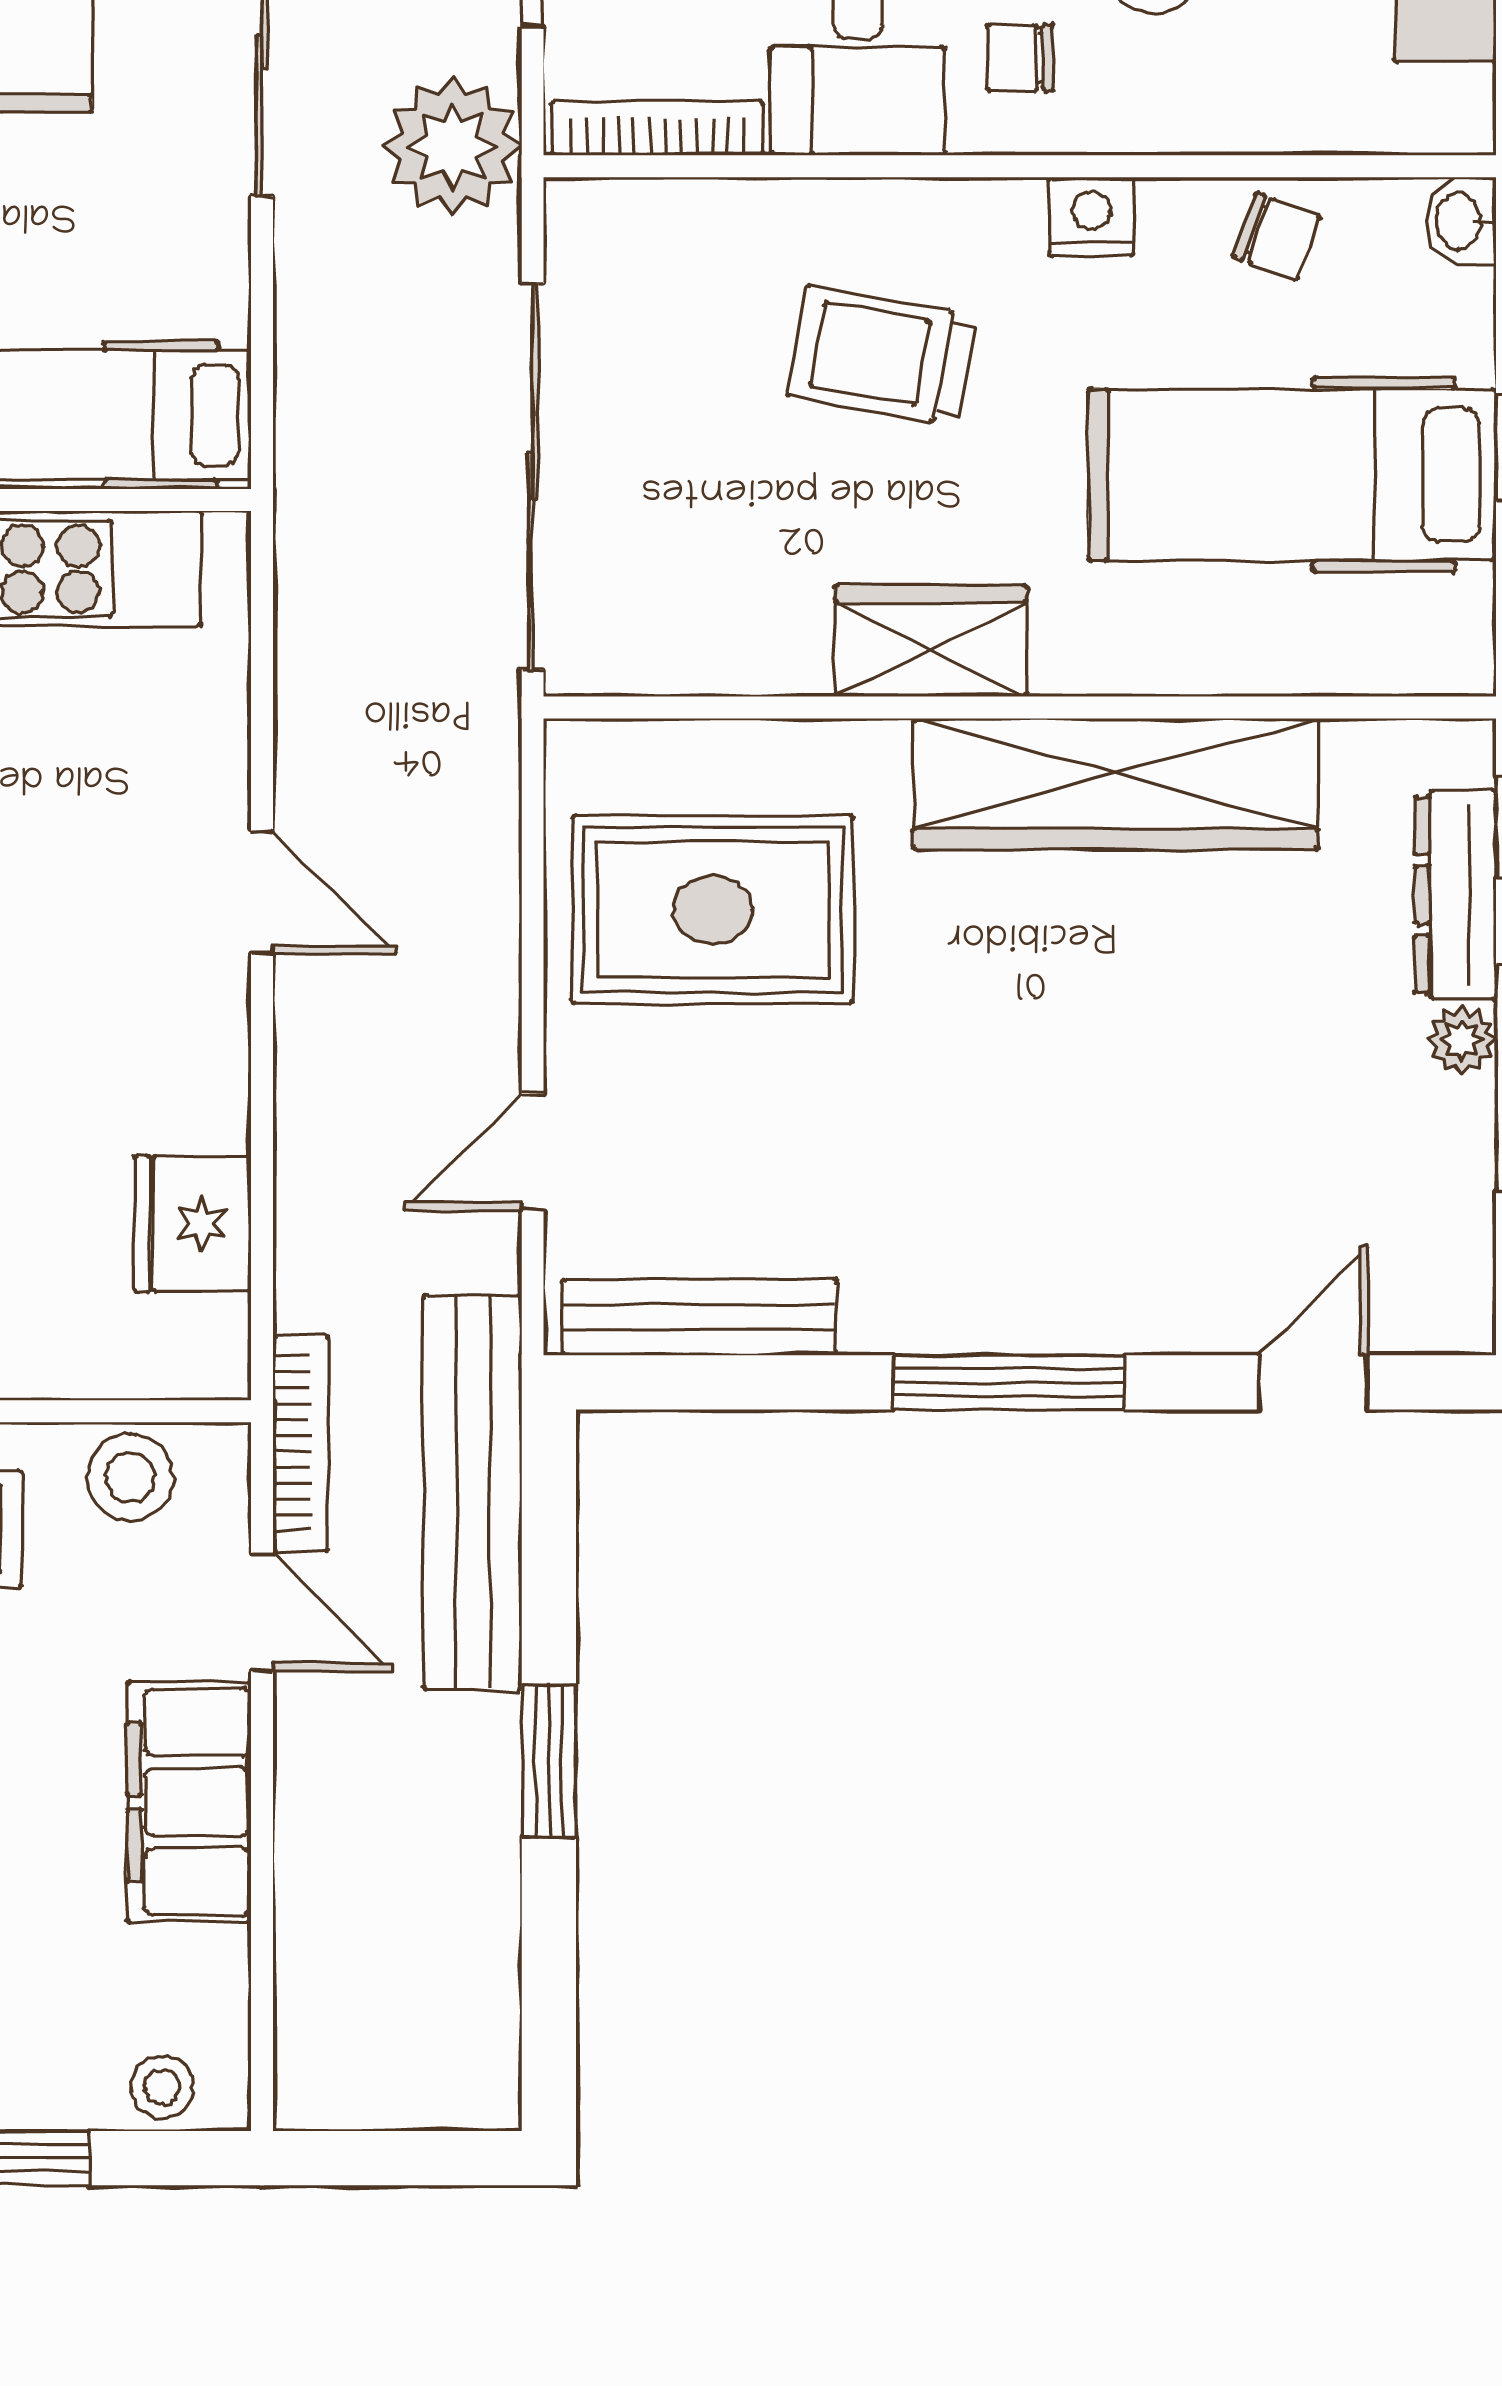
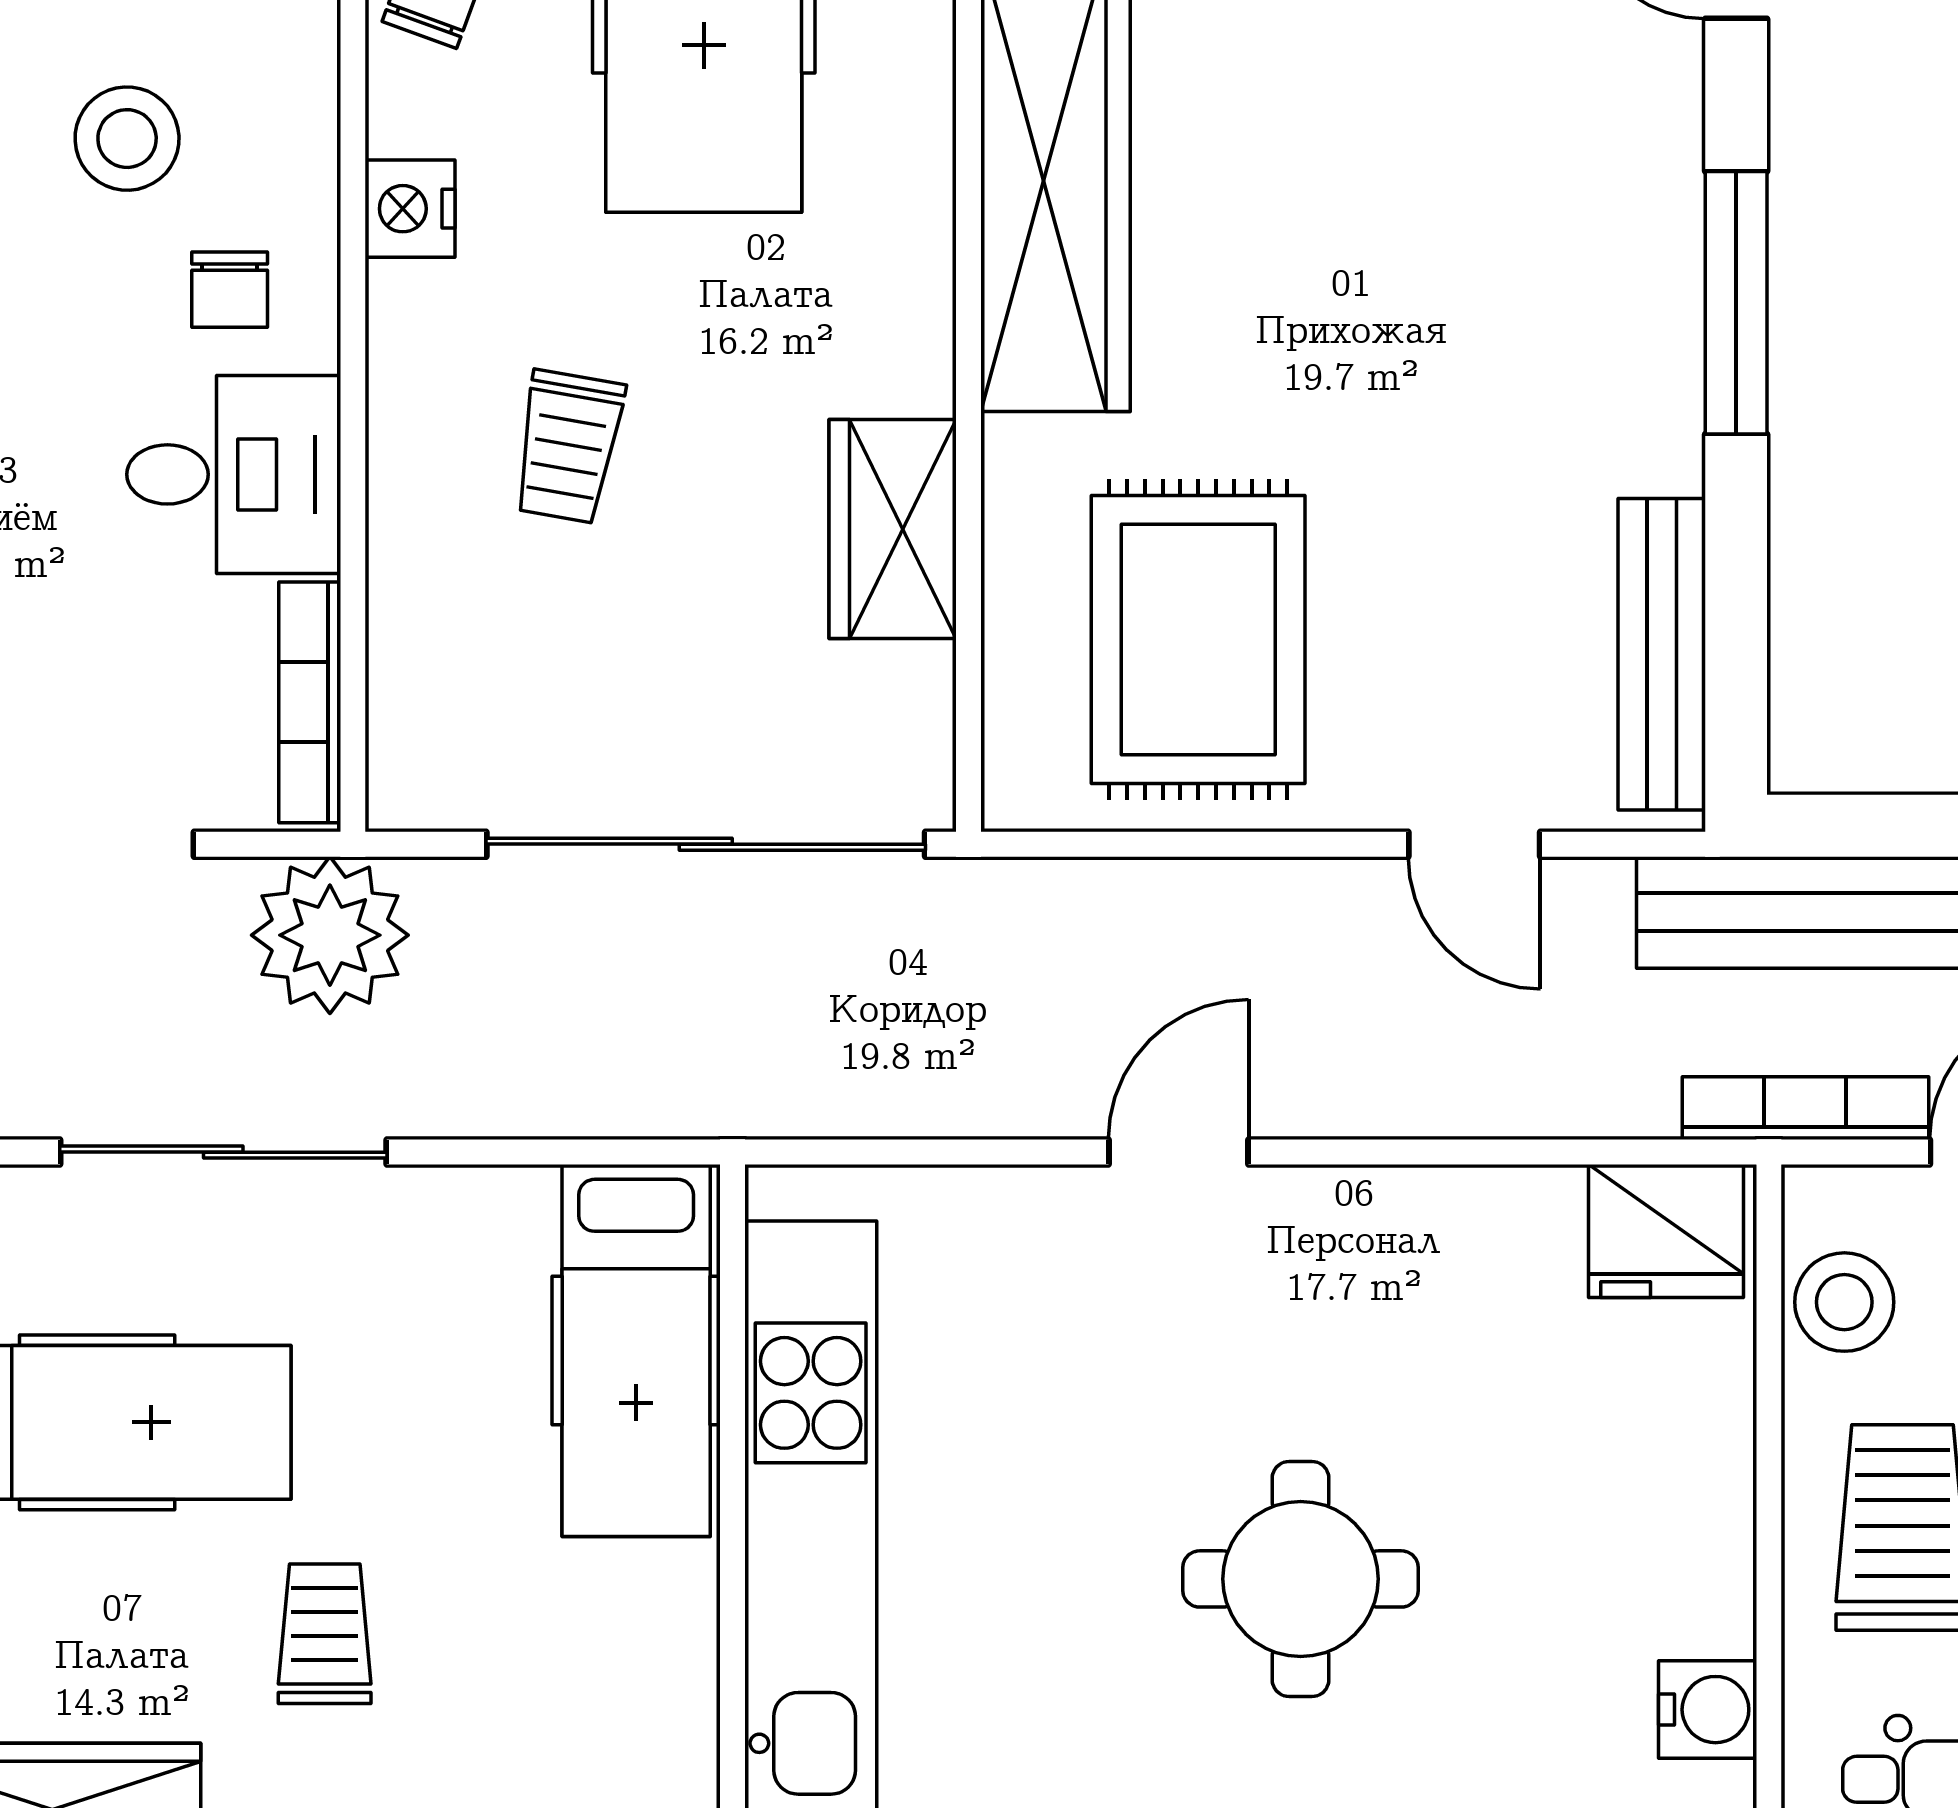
trolley: (882, 355) -> (568, 447), width x0.73, depth x0.72
wardrobe: (930, 641) -> (893, 529), moved
fridge: (193, 1223) -> (1666, 1231), moved

